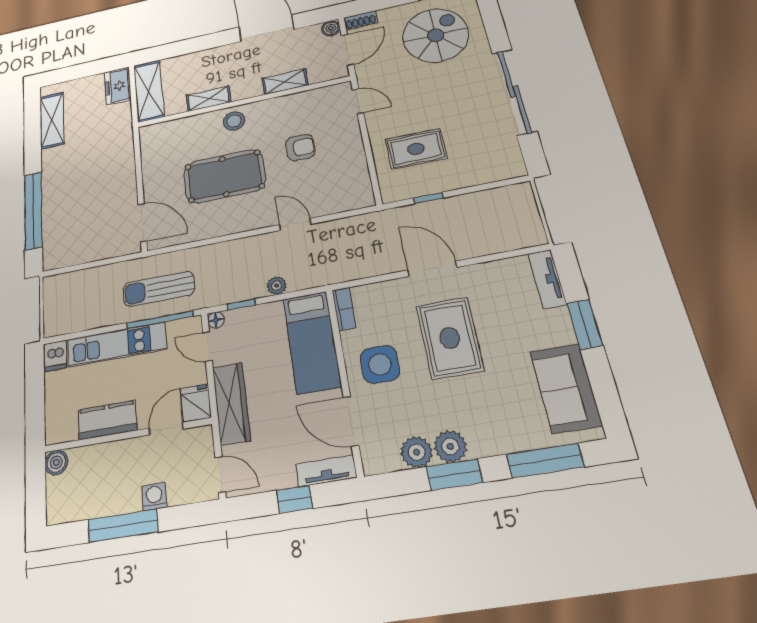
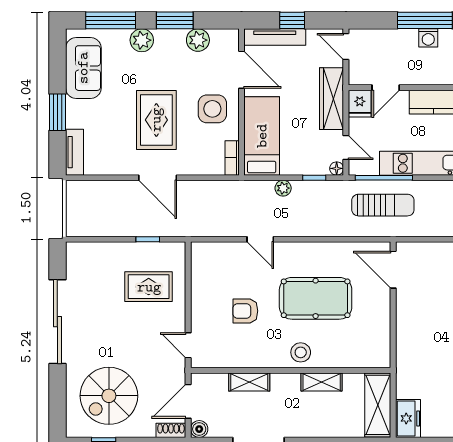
plant: (450, 446) -> (142, 40), moved
tv unit: (326, 471) -> (275, 37), width x1.41
washing machine: (154, 497) -> (428, 38), moved

